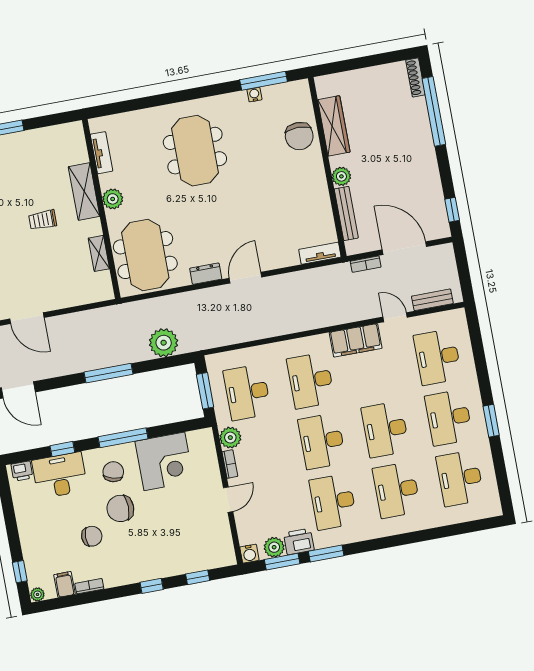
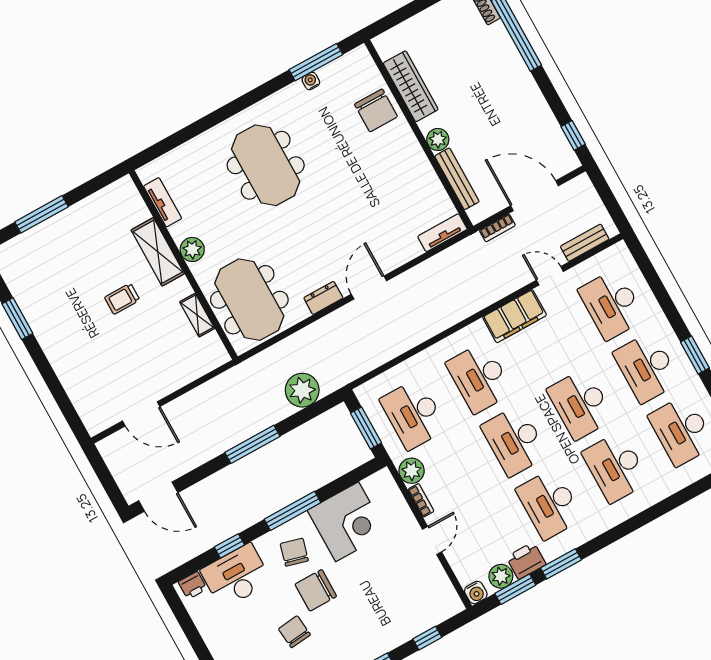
chair: (92, 536) -> (294, 632), turned -96

